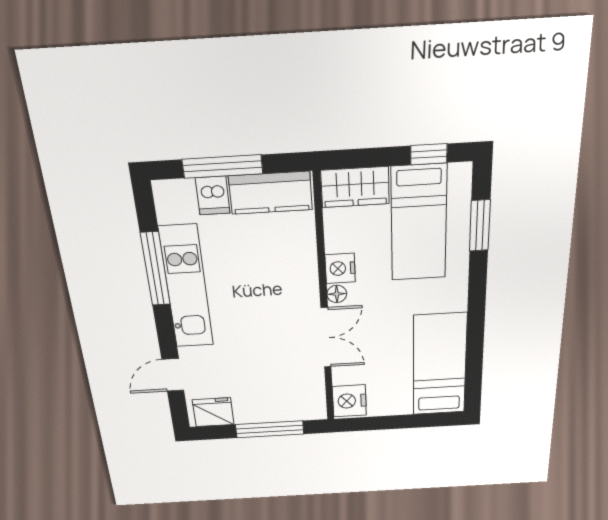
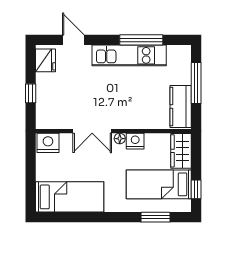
dishwasher: (213, 195) -> (181, 76), removed
window: (270, 429) -> (31, 93), width x0.46

